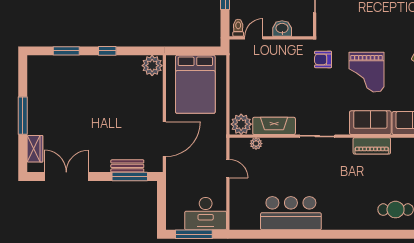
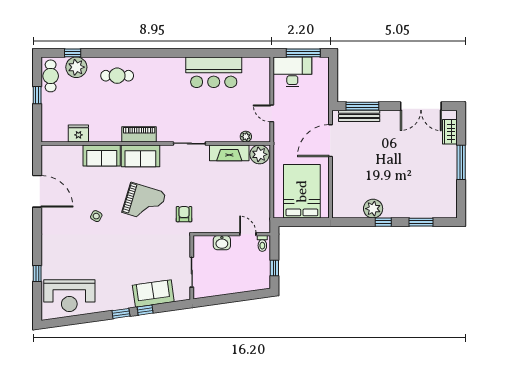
door: (254, 38) -> (248, 234), swing flipped
armchair: (323, 59) -> (184, 214), turned -90
plant: (152, 66) -> (373, 209), moved
grand piano: (367, 72) -> (144, 202), turned 107
bench: (127, 166) -> (359, 116), width x1.36

